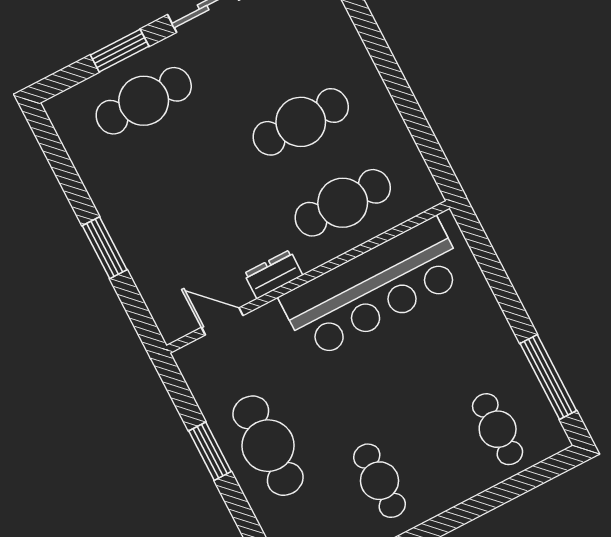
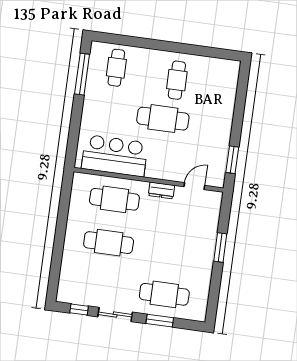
bar counter: (373, 288) -> (115, 156), width x0.73
door: (222, 321) -> (194, 186), swing flipped
cafe table: (268, 446) -> (163, 119), moved, turned 90
window: (210, 451) -> (232, 160), moved

